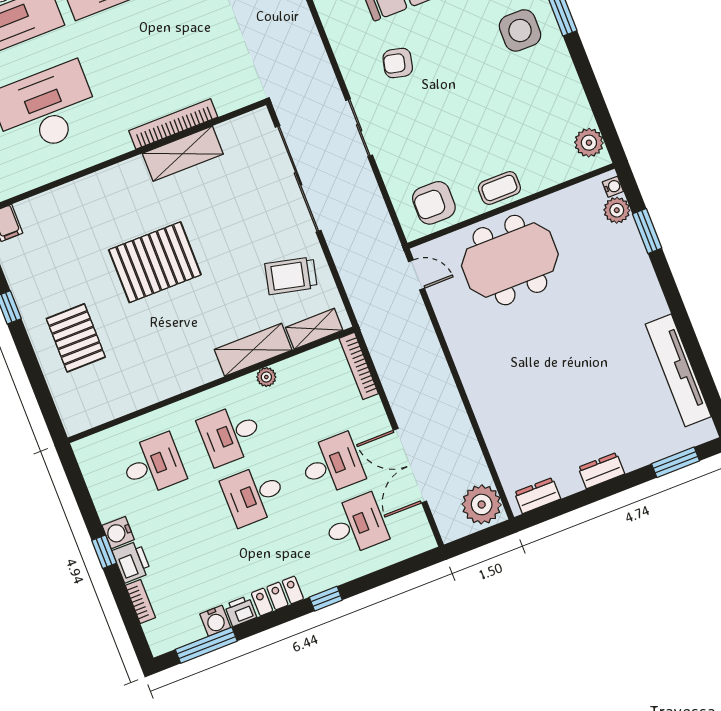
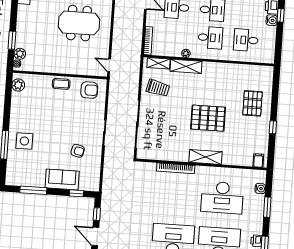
shelving: (183, 154) -> (205, 157), moved
meeting table: (510, 260) -> (79, 23), moved

